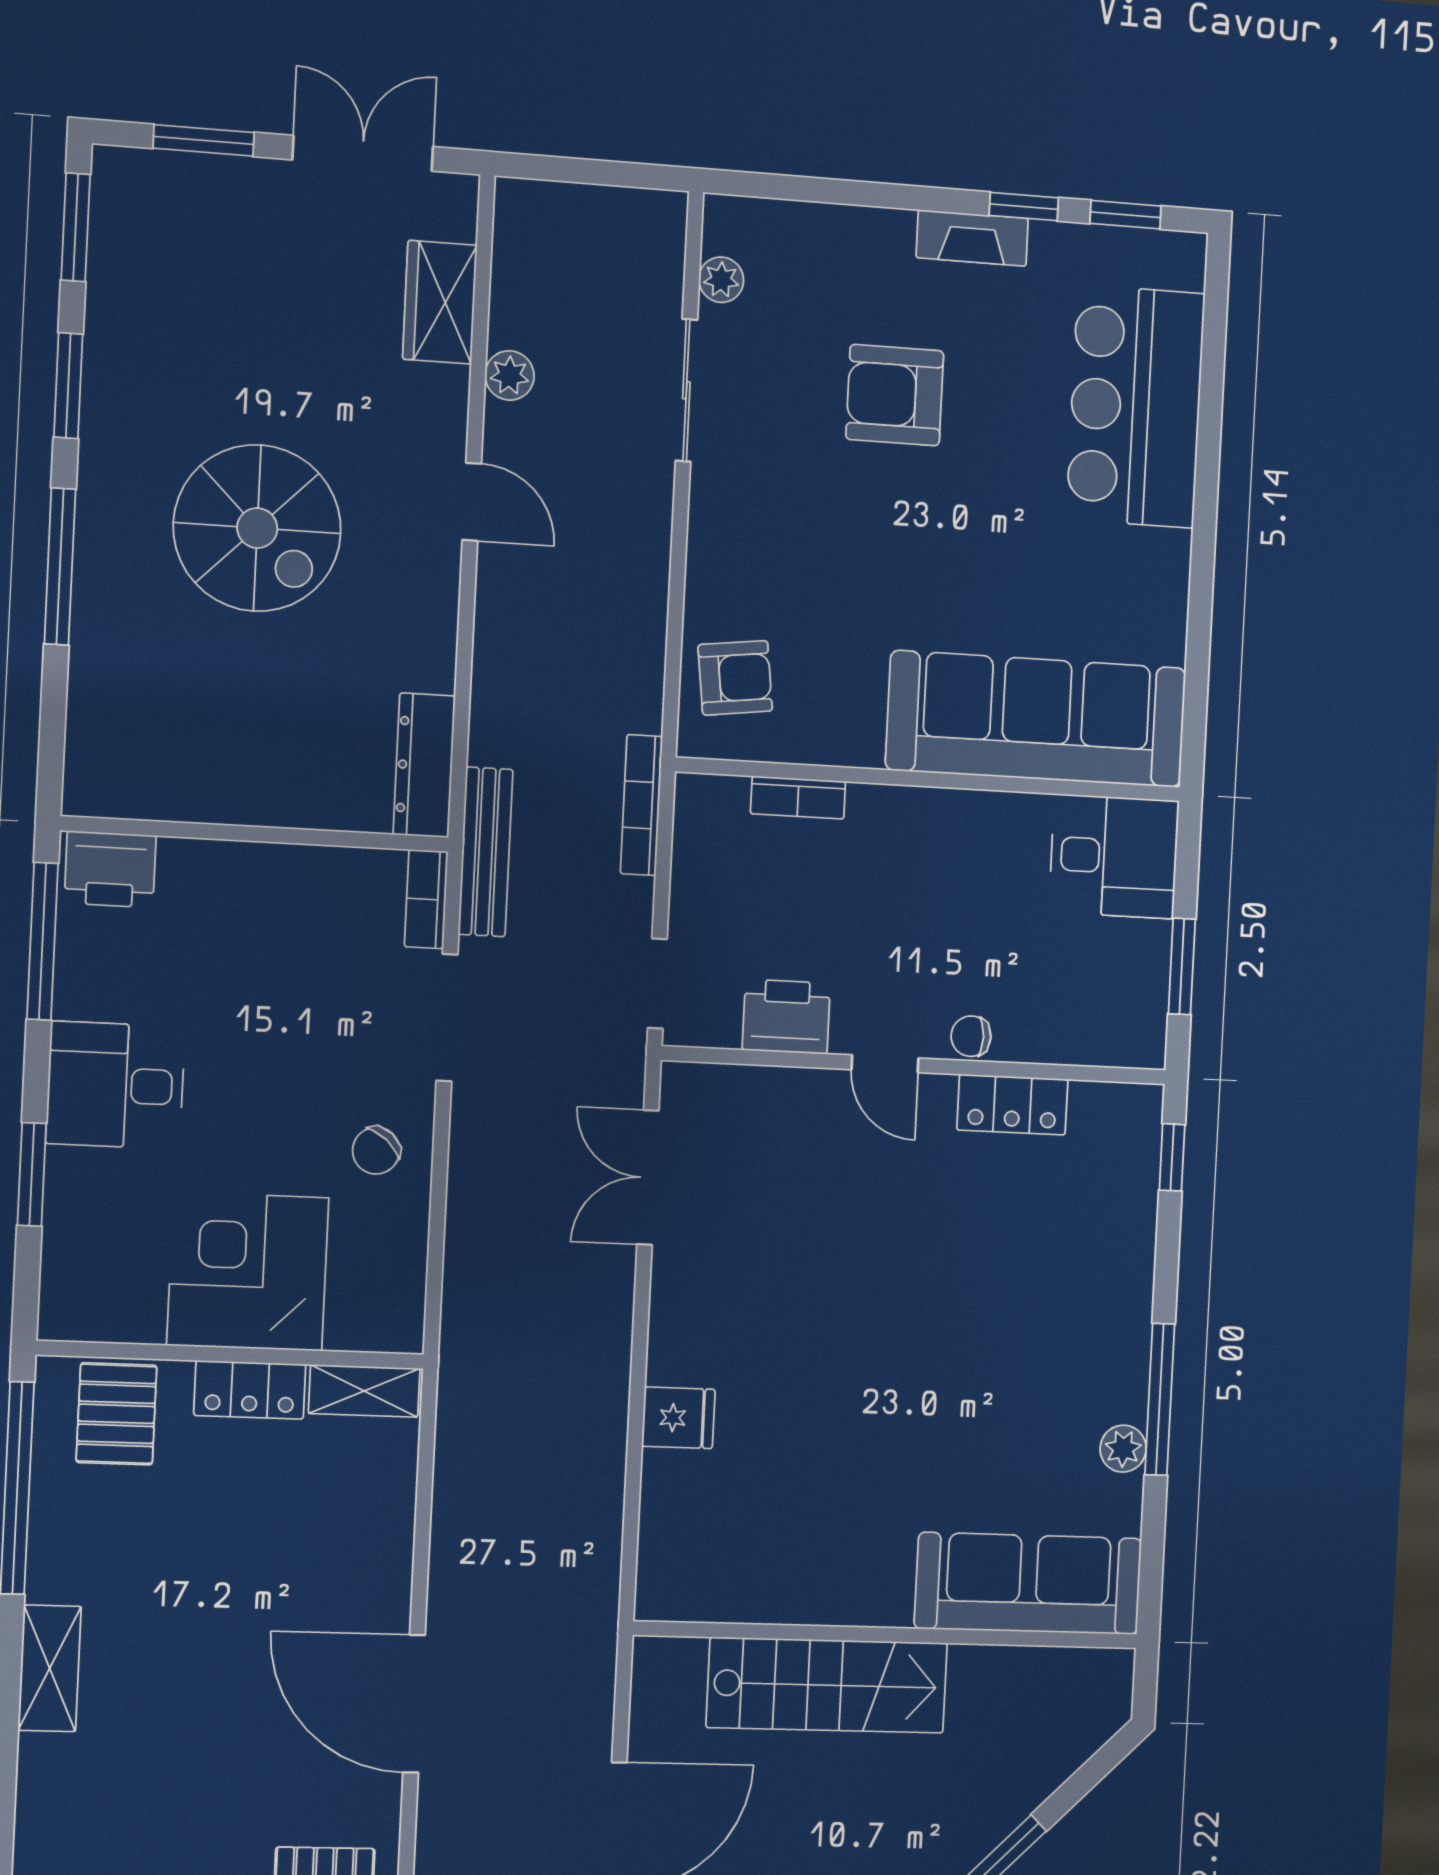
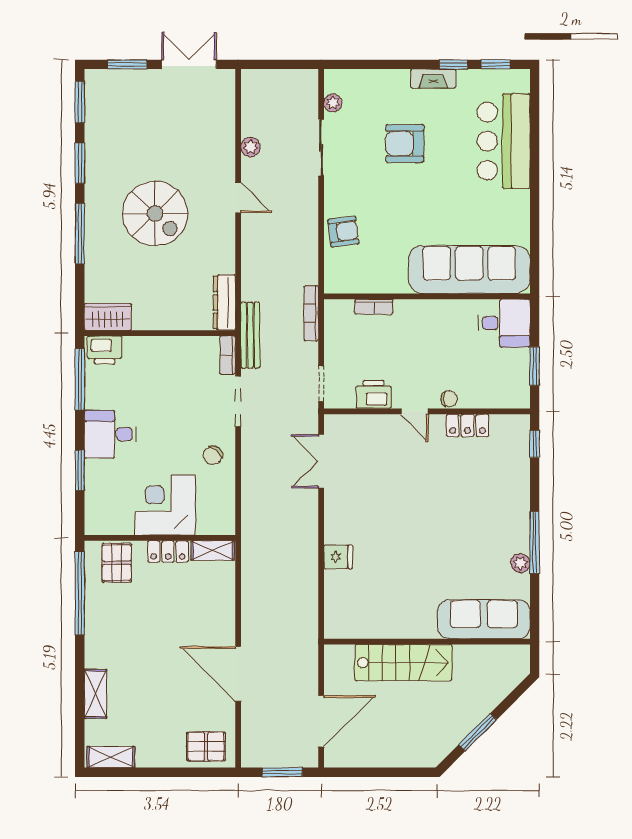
wardrobe: (440, 302) -> (108, 317), moved, turned 90
armchair: (735, 678) -> (343, 232), moved
chair: (971, 1036) -> (449, 399), turned 180
shelving: (50, 1668) -> (96, 694), moved

